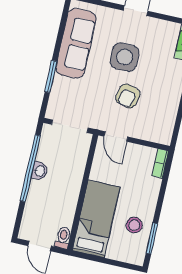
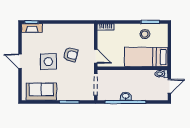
sofa: (76, 43) -> (41, 92), width x0.73
door: (116, 137) -> (96, 56), hinge flipped

